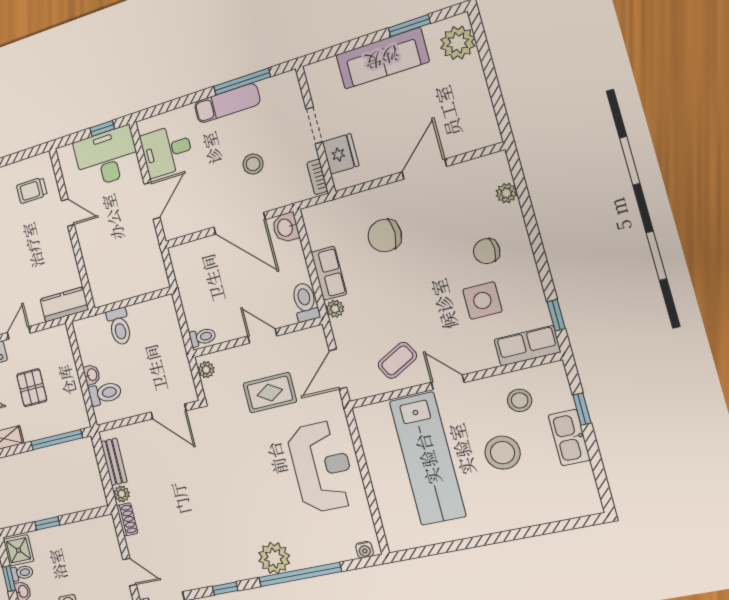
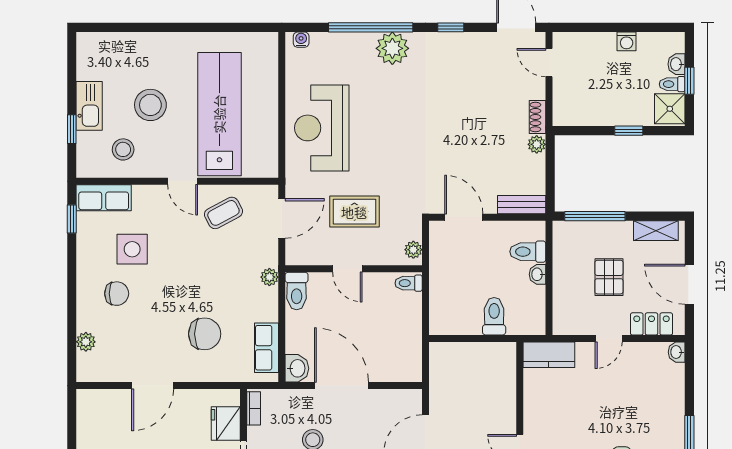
row of seats: (329, 273) -> (266, 348), moved
bench: (114, 462) -> (522, 205), moved, turned 90

